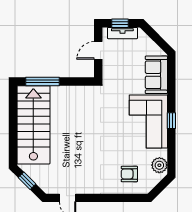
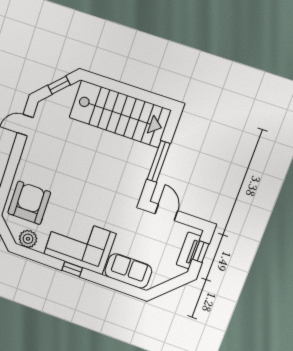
door: (98, 50) -> (166, 212), moved
window: (43, 82) -> (159, 161), moved
armchair: (129, 174) -> (29, 203), width x1.88, depth x1.88

